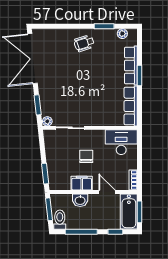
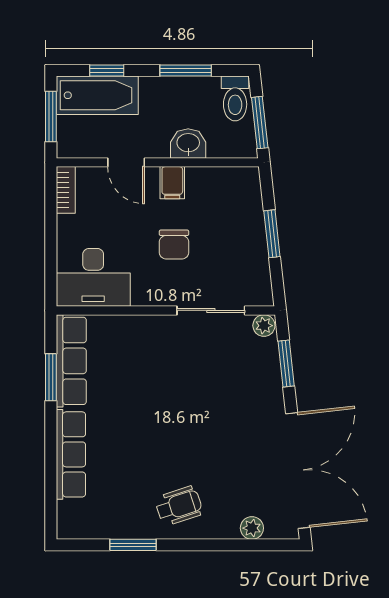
plant: (122, 34) -> (252, 528), moved
window: (140, 76) -> (51, 377), moved
window: (45, 174) -> (272, 234), moved
filing cabinet: (82, 183) -> (172, 183), width x0.50
bathtub: (129, 211) -> (97, 95), moved, turned 90
window: (81, 232) -> (186, 71), width x0.69

